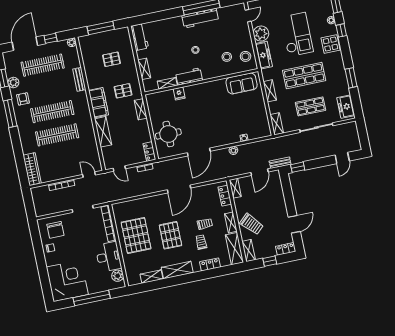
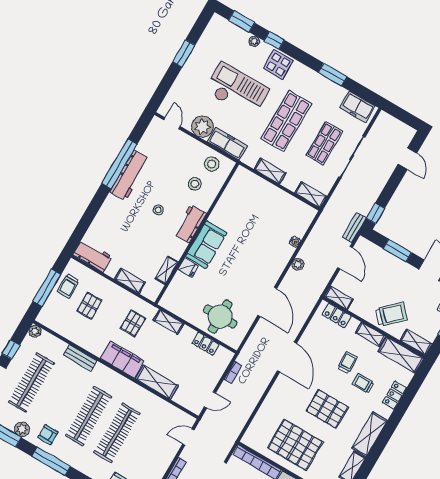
trolley: (112, 39) -> (68, 286), added
workbench: (189, 77) -> (190, 224), moved
sofa: (242, 83) -> (206, 245), moved
locker: (149, 152) -> (205, 344), moved
window: (289, 197) -> (397, 250), added

